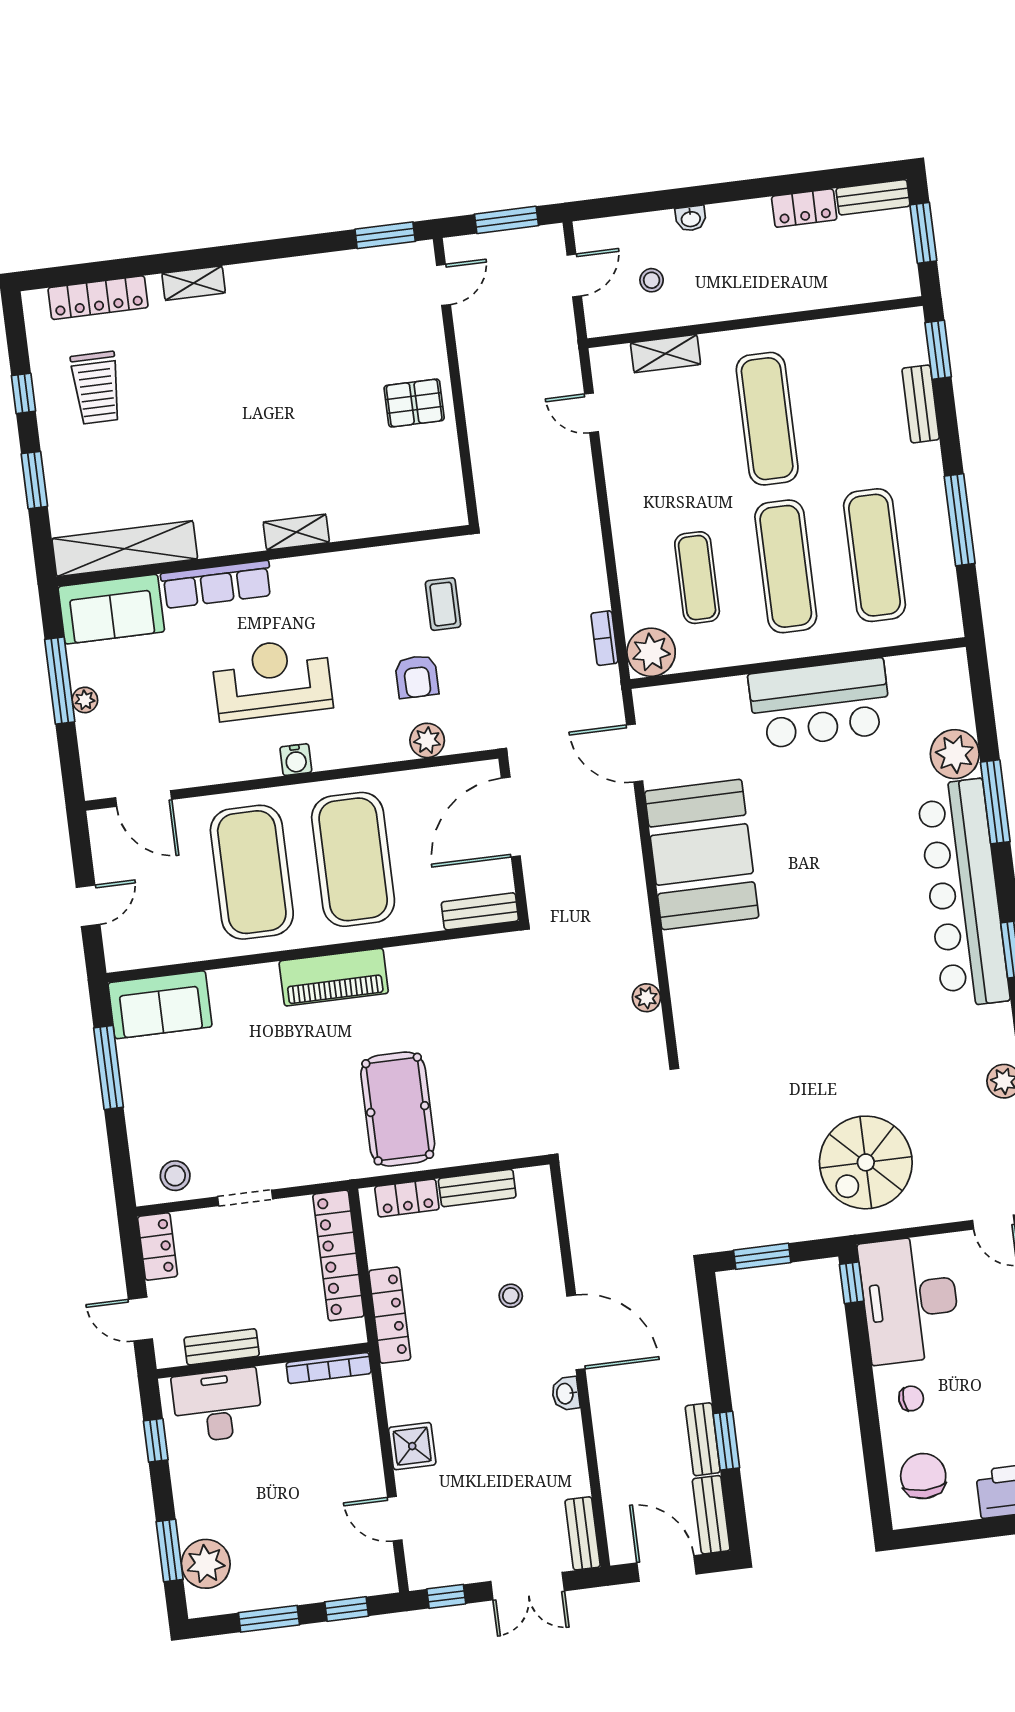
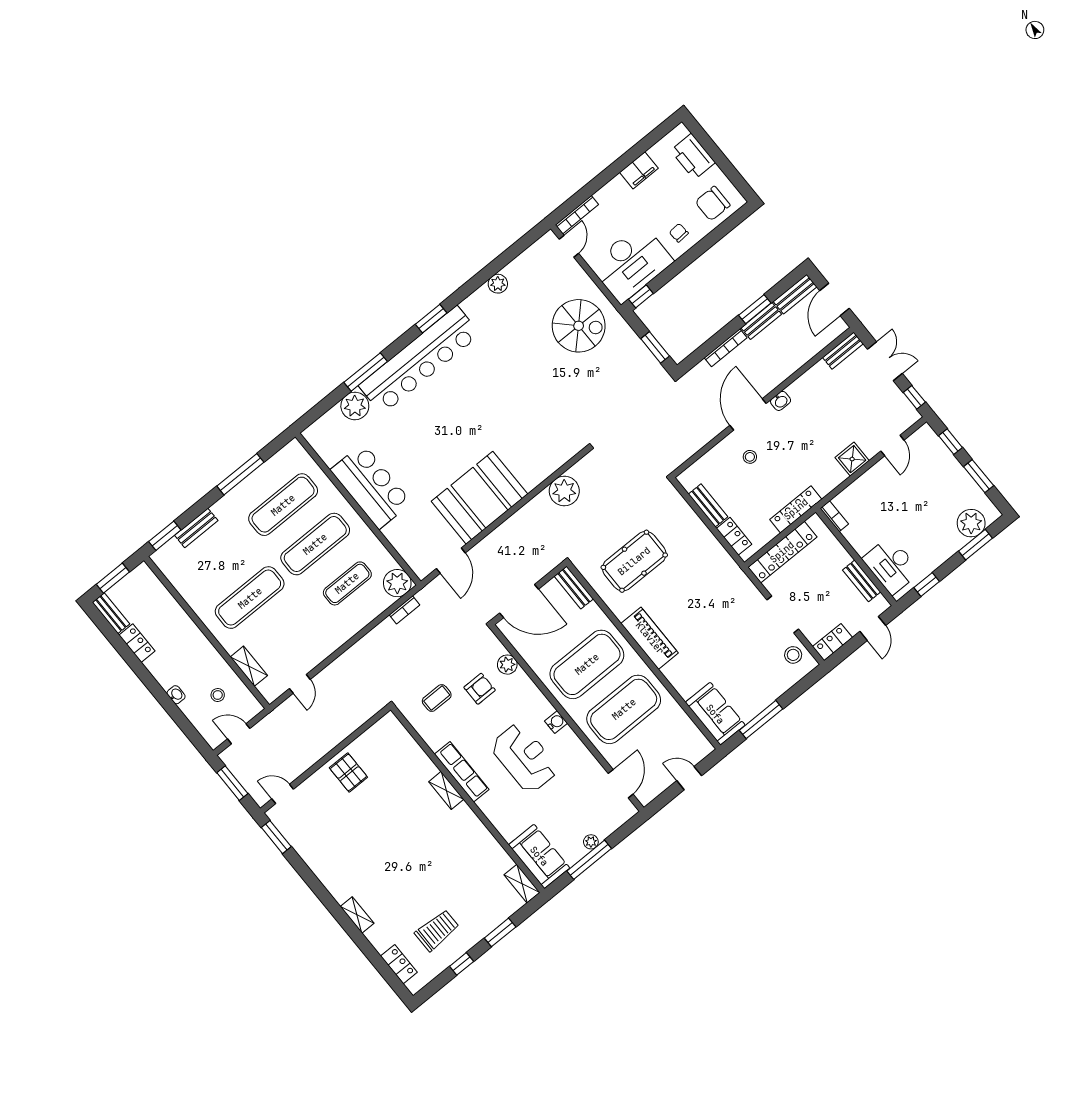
locker: (98, 298) -> (399, 964), width x0.66
shelving: (125, 549) -> (522, 884), width x0.45, depth x0.75
row of seats: (217, 584) -> (462, 772), moved
reception desk: (272, 679) -> (524, 758), turned 180
plant: (646, 998) -> (564, 491), width x1.87, depth x1.87
pool table: (398, 1109) -> (634, 561), moved
doorway: (245, 1198) -> (783, 614), width x1.38
bookcase: (696, 1361) -> (726, 348), added
bookcase: (329, 1368) -> (834, 516), width x0.64

